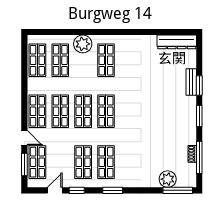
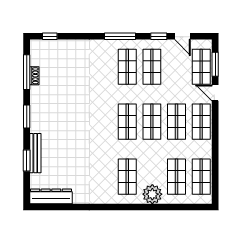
bench: (191, 82) -> (35, 153), width x1.36
window: (199, 85) -> (27, 160), moved
plant: (168, 179) -> (61, 49), removed
door: (55, 190) -> (182, 36), hinge flipped
window: (113, 190) -> (120, 36), width x1.44
window: (178, 190) -> (50, 36), width x0.46

